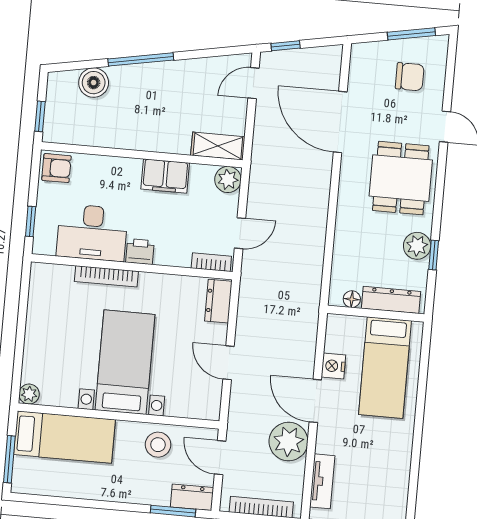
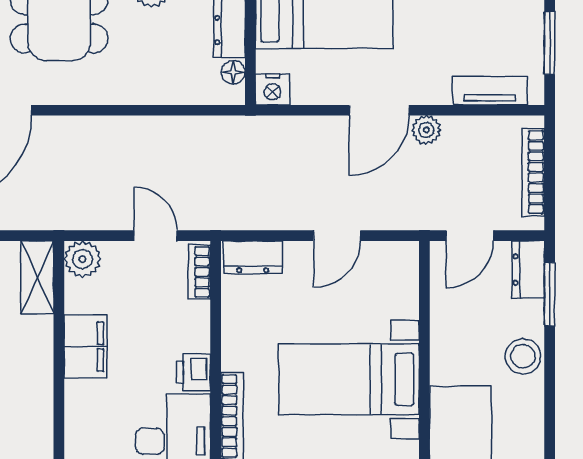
nightstand: (333, 366) -> (273, 89), moved
plant: (289, 442) -> (426, 130), width x0.53, depth x0.53
stool: (158, 445) -> (523, 356), moved

